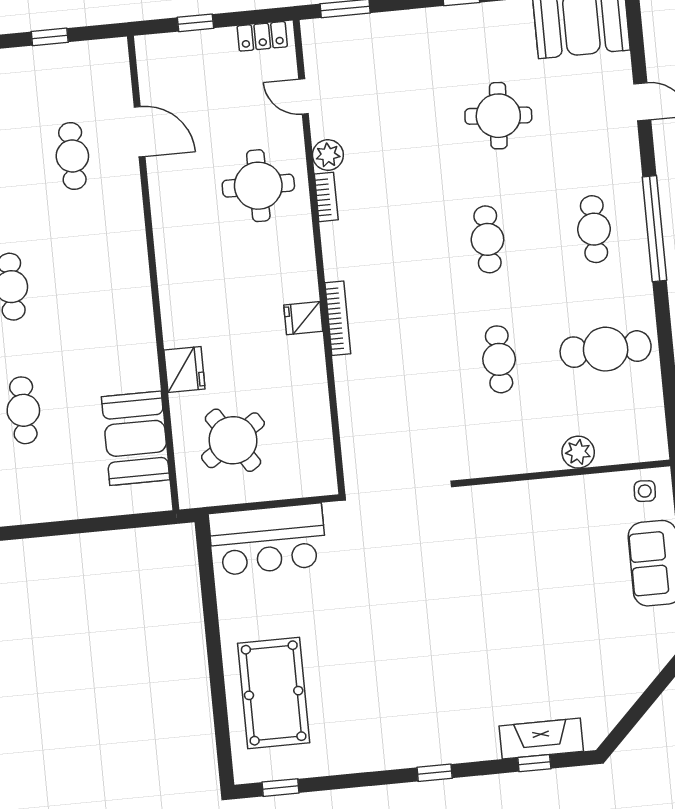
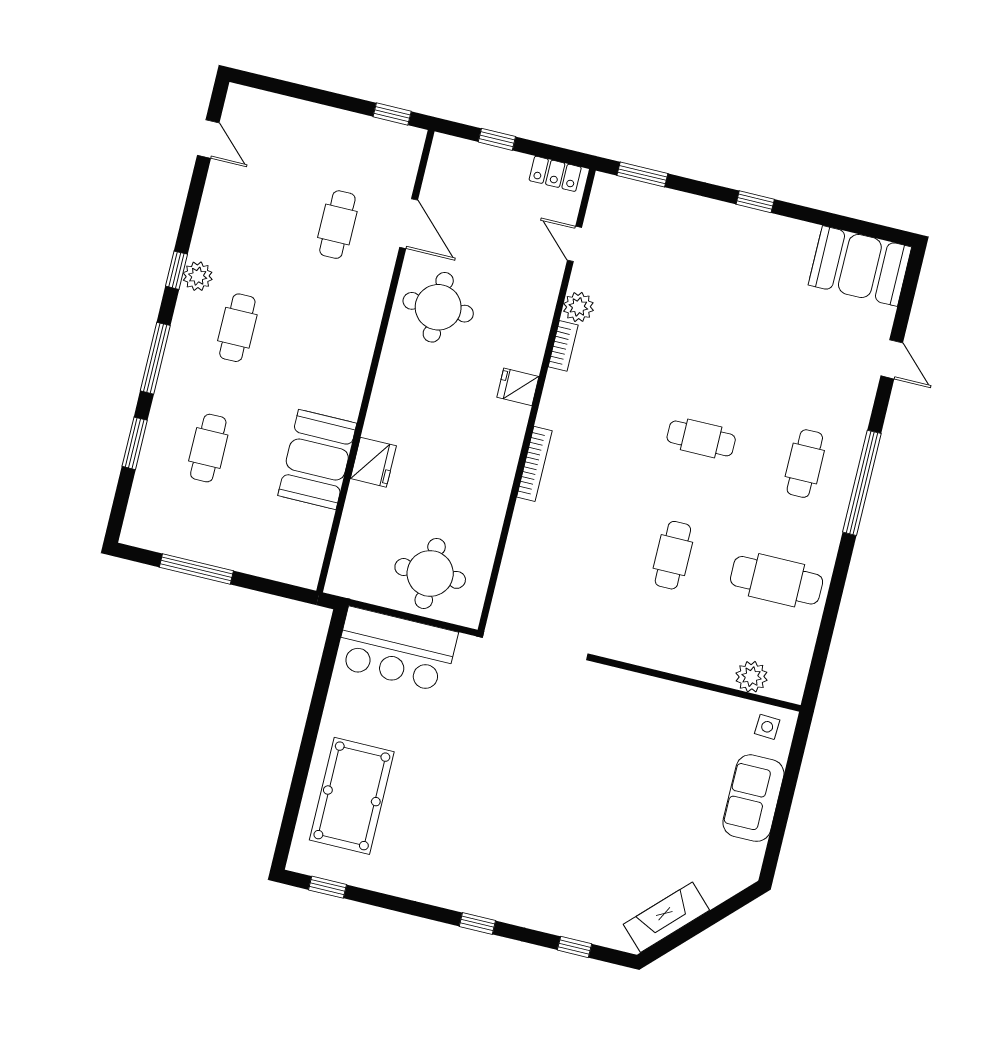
window: (50, 37) -> (392, 114), moved
round table: (498, 116) -> (752, 325), removed
round table: (258, 186) -> (438, 307), moved
cafe table: (487, 239) -> (701, 438), turned 90
fridge: (303, 318) -> (518, 387), moved
booth: (136, 438) -> (317, 459), moved
round table: (233, 440) -> (430, 573), moved, turned 34
plant: (578, 452) -> (751, 677), moved
window: (52, 529) -> (196, 569), added
fireplace: (541, 739) -> (666, 917), moved, turned -45

